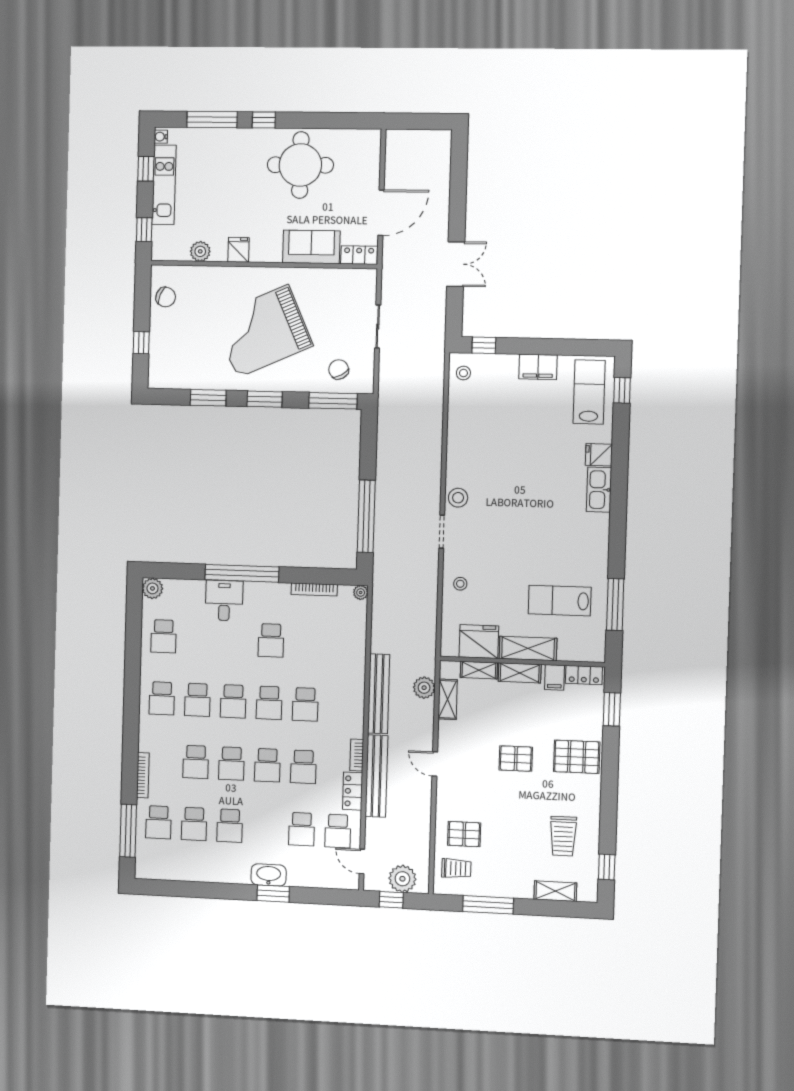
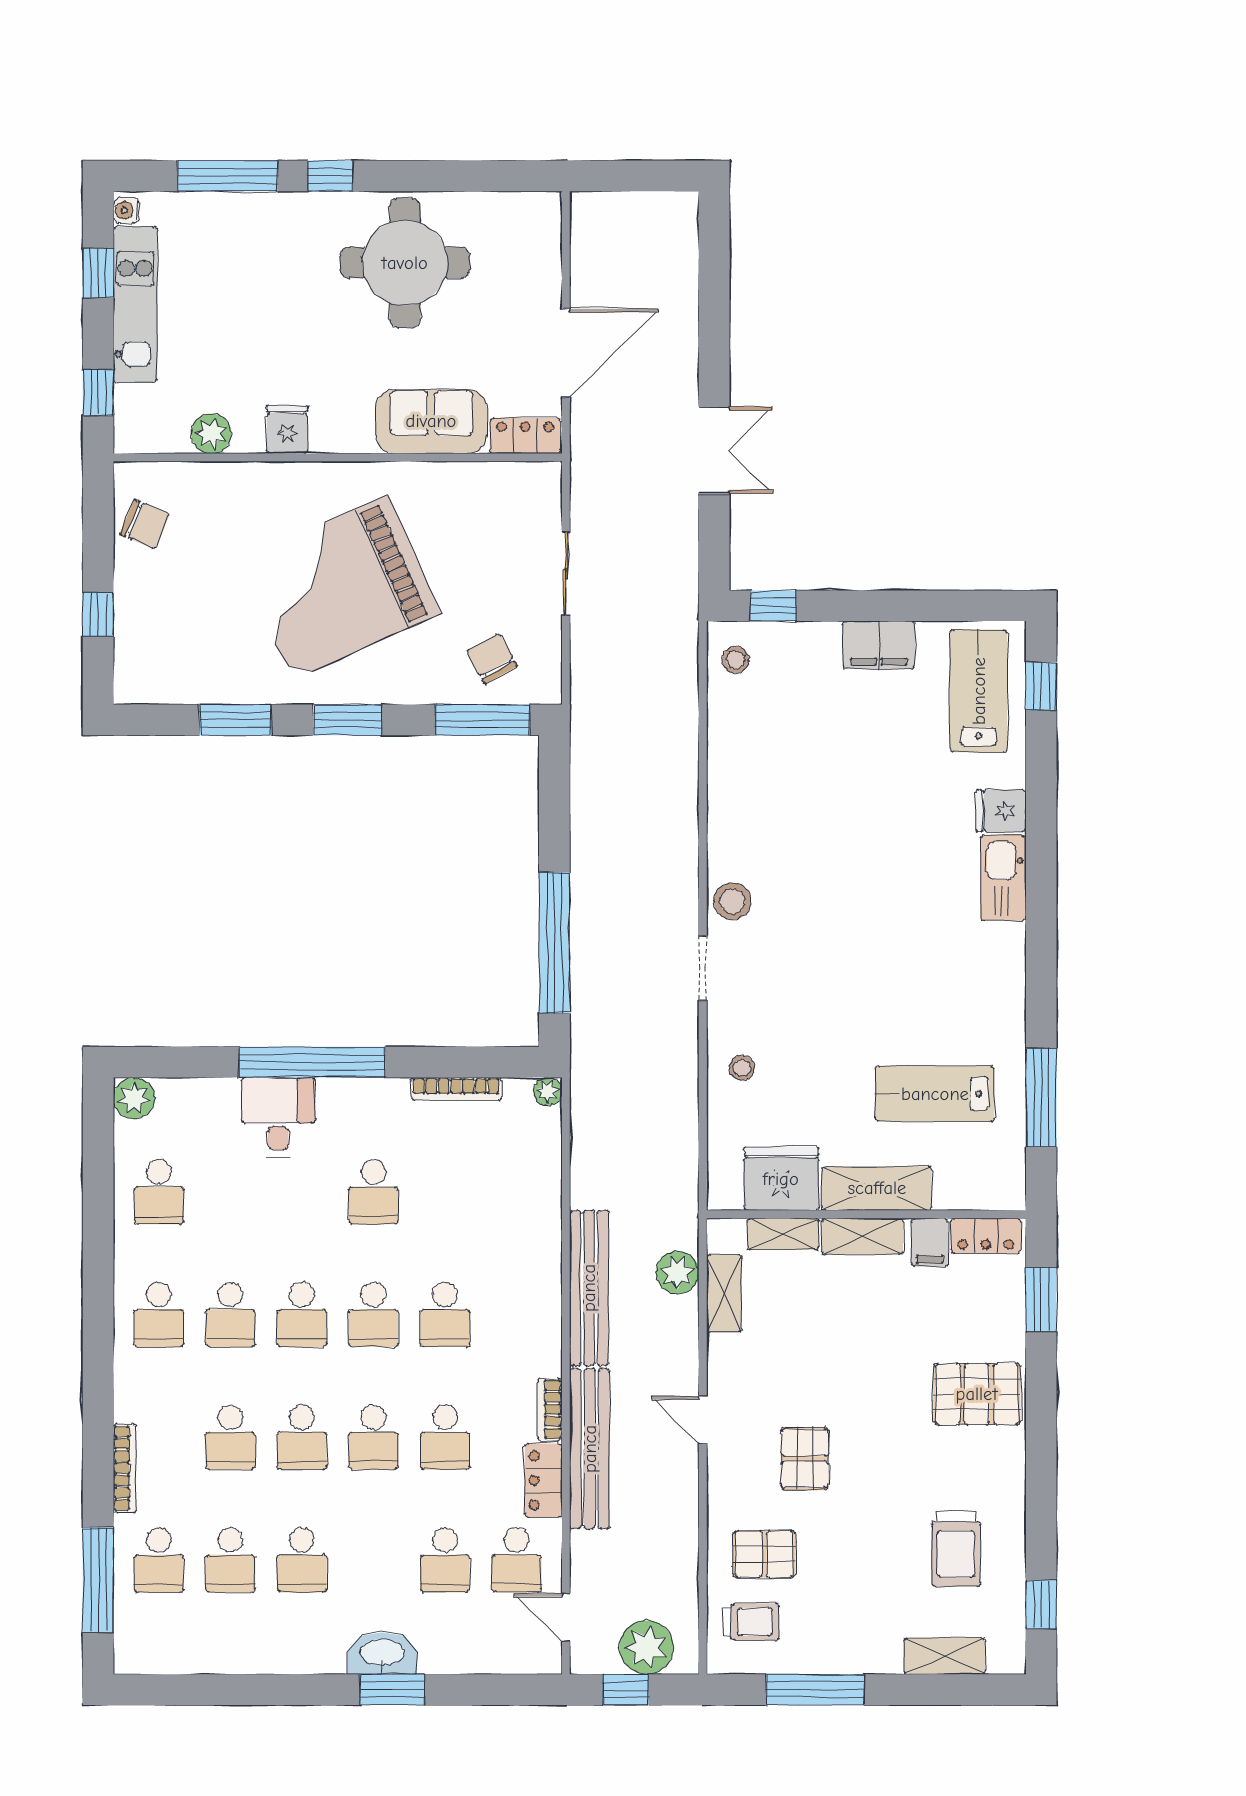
pallet: (516, 759) -> (805, 1459), moved, turned 90

